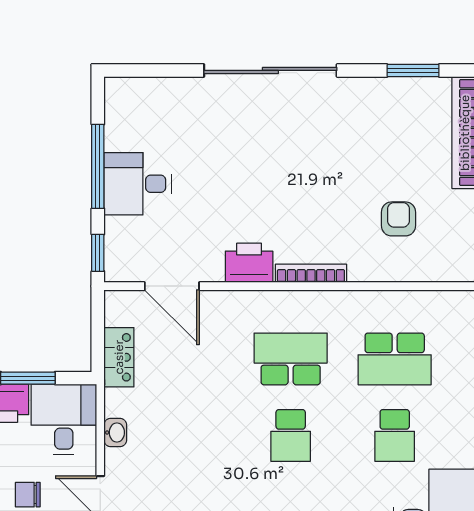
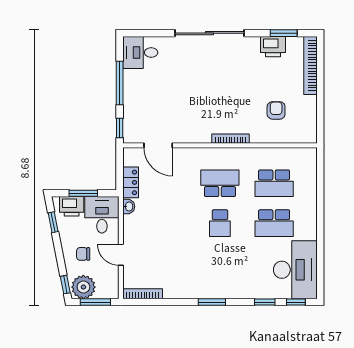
desk: (137, 184) -> (140, 53), moved
printer: (249, 263) -> (273, 47), moved, turned 180
washbasin: (115, 432) -> (129, 206), moved
school desk: (395, 435) -> (274, 223), width x1.85

